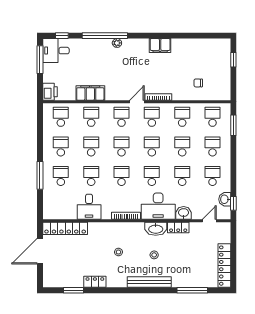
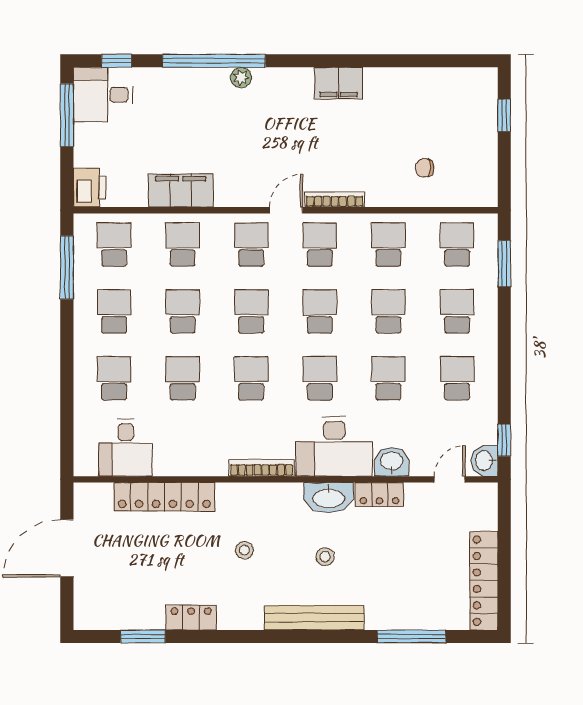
window: (40, 175) -> (67, 268), moved
washbasin: (225, 199) -> (485, 461), moved
desk: (89, 207) -> (126, 448), moved
locker: (65, 228) -> (164, 497), moved

